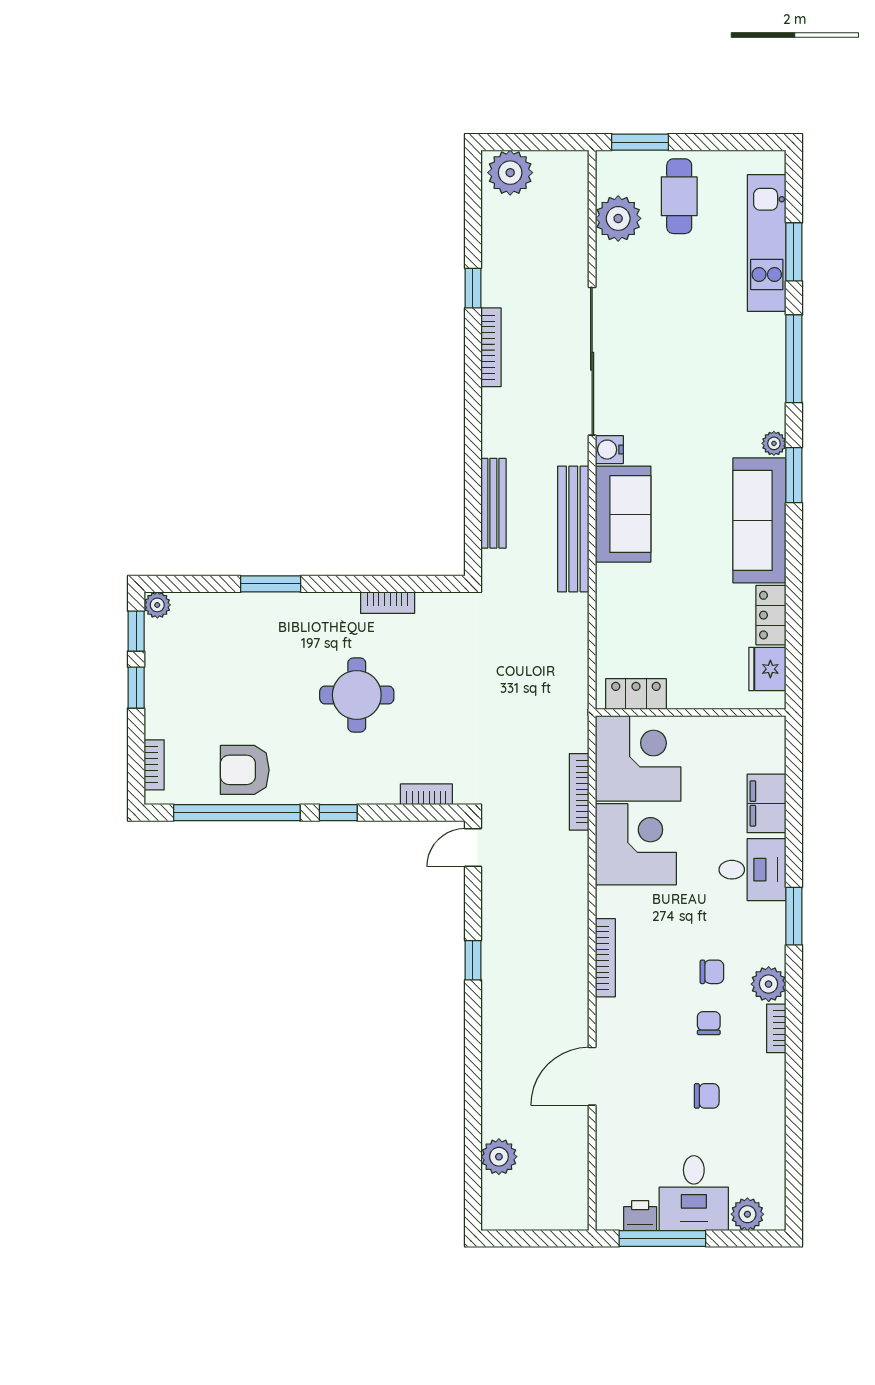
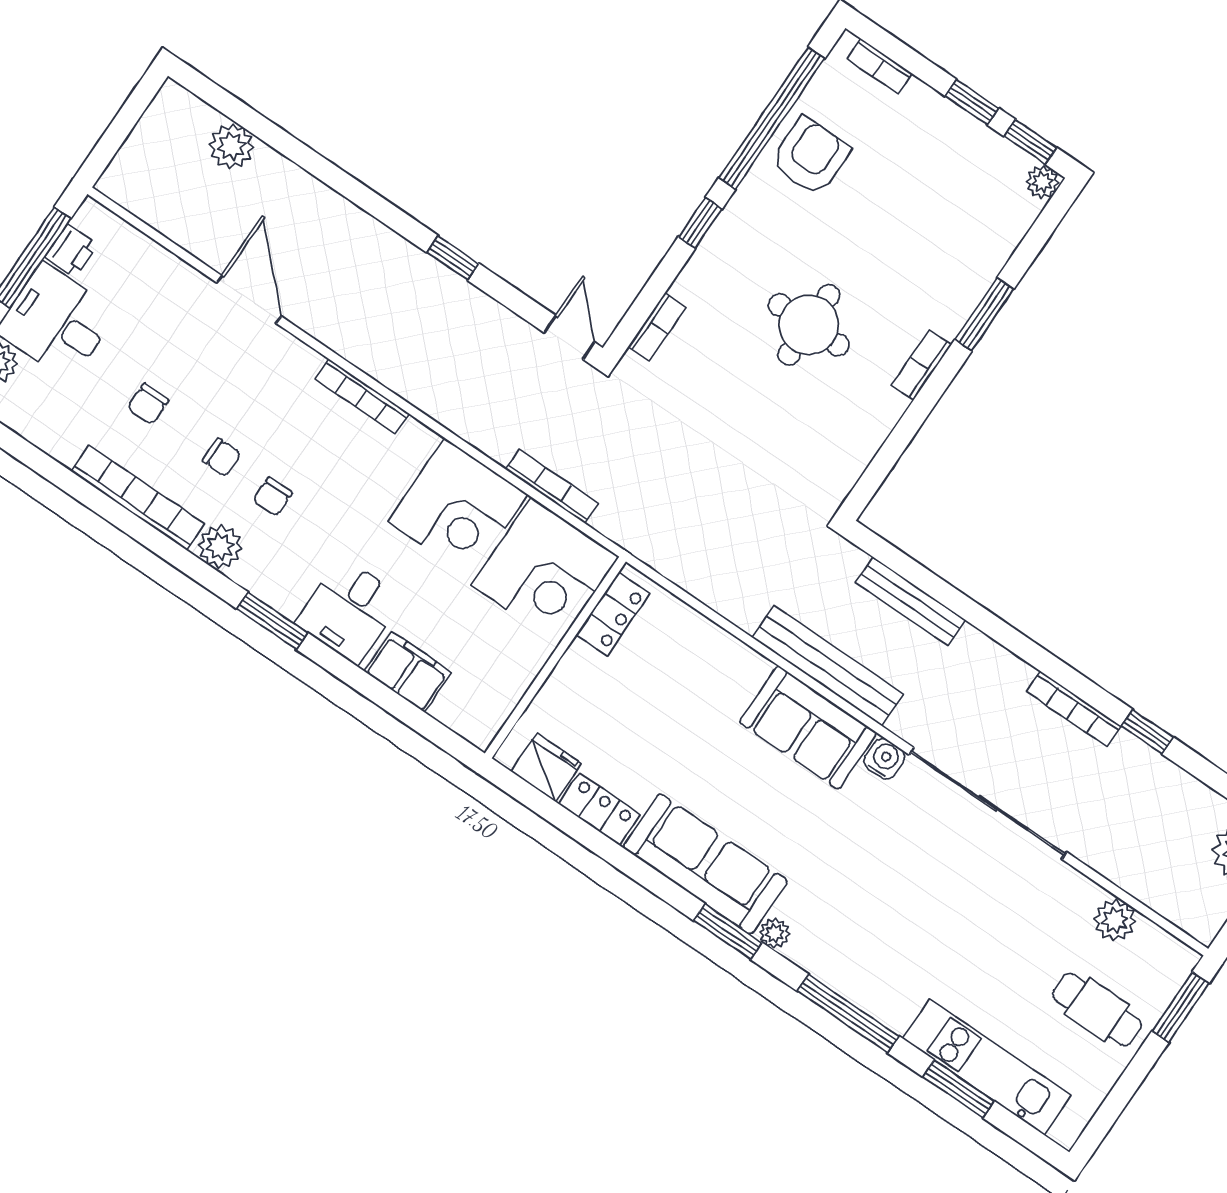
plant: (618, 218) -> (1115, 920), width x0.73, depth x0.73
bookcase: (388, 603) -> (921, 365), moved
bookcase: (776, 1028) -> (138, 498), width x2.31, depth x1.31

